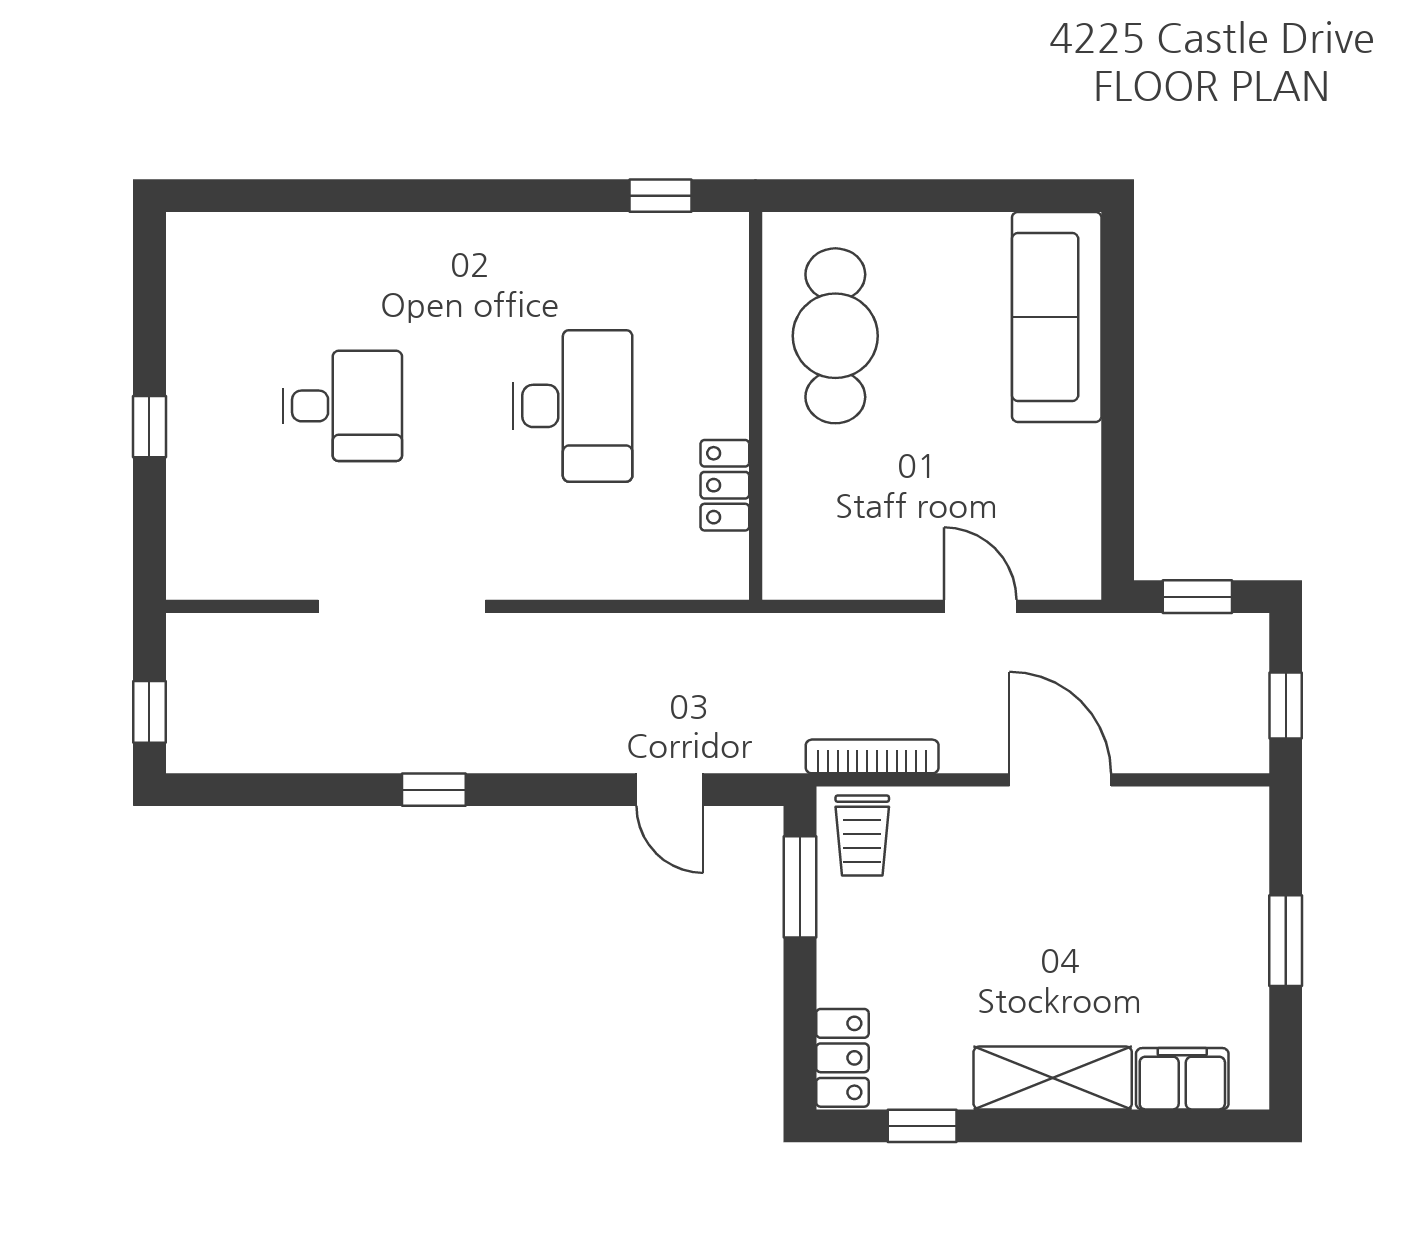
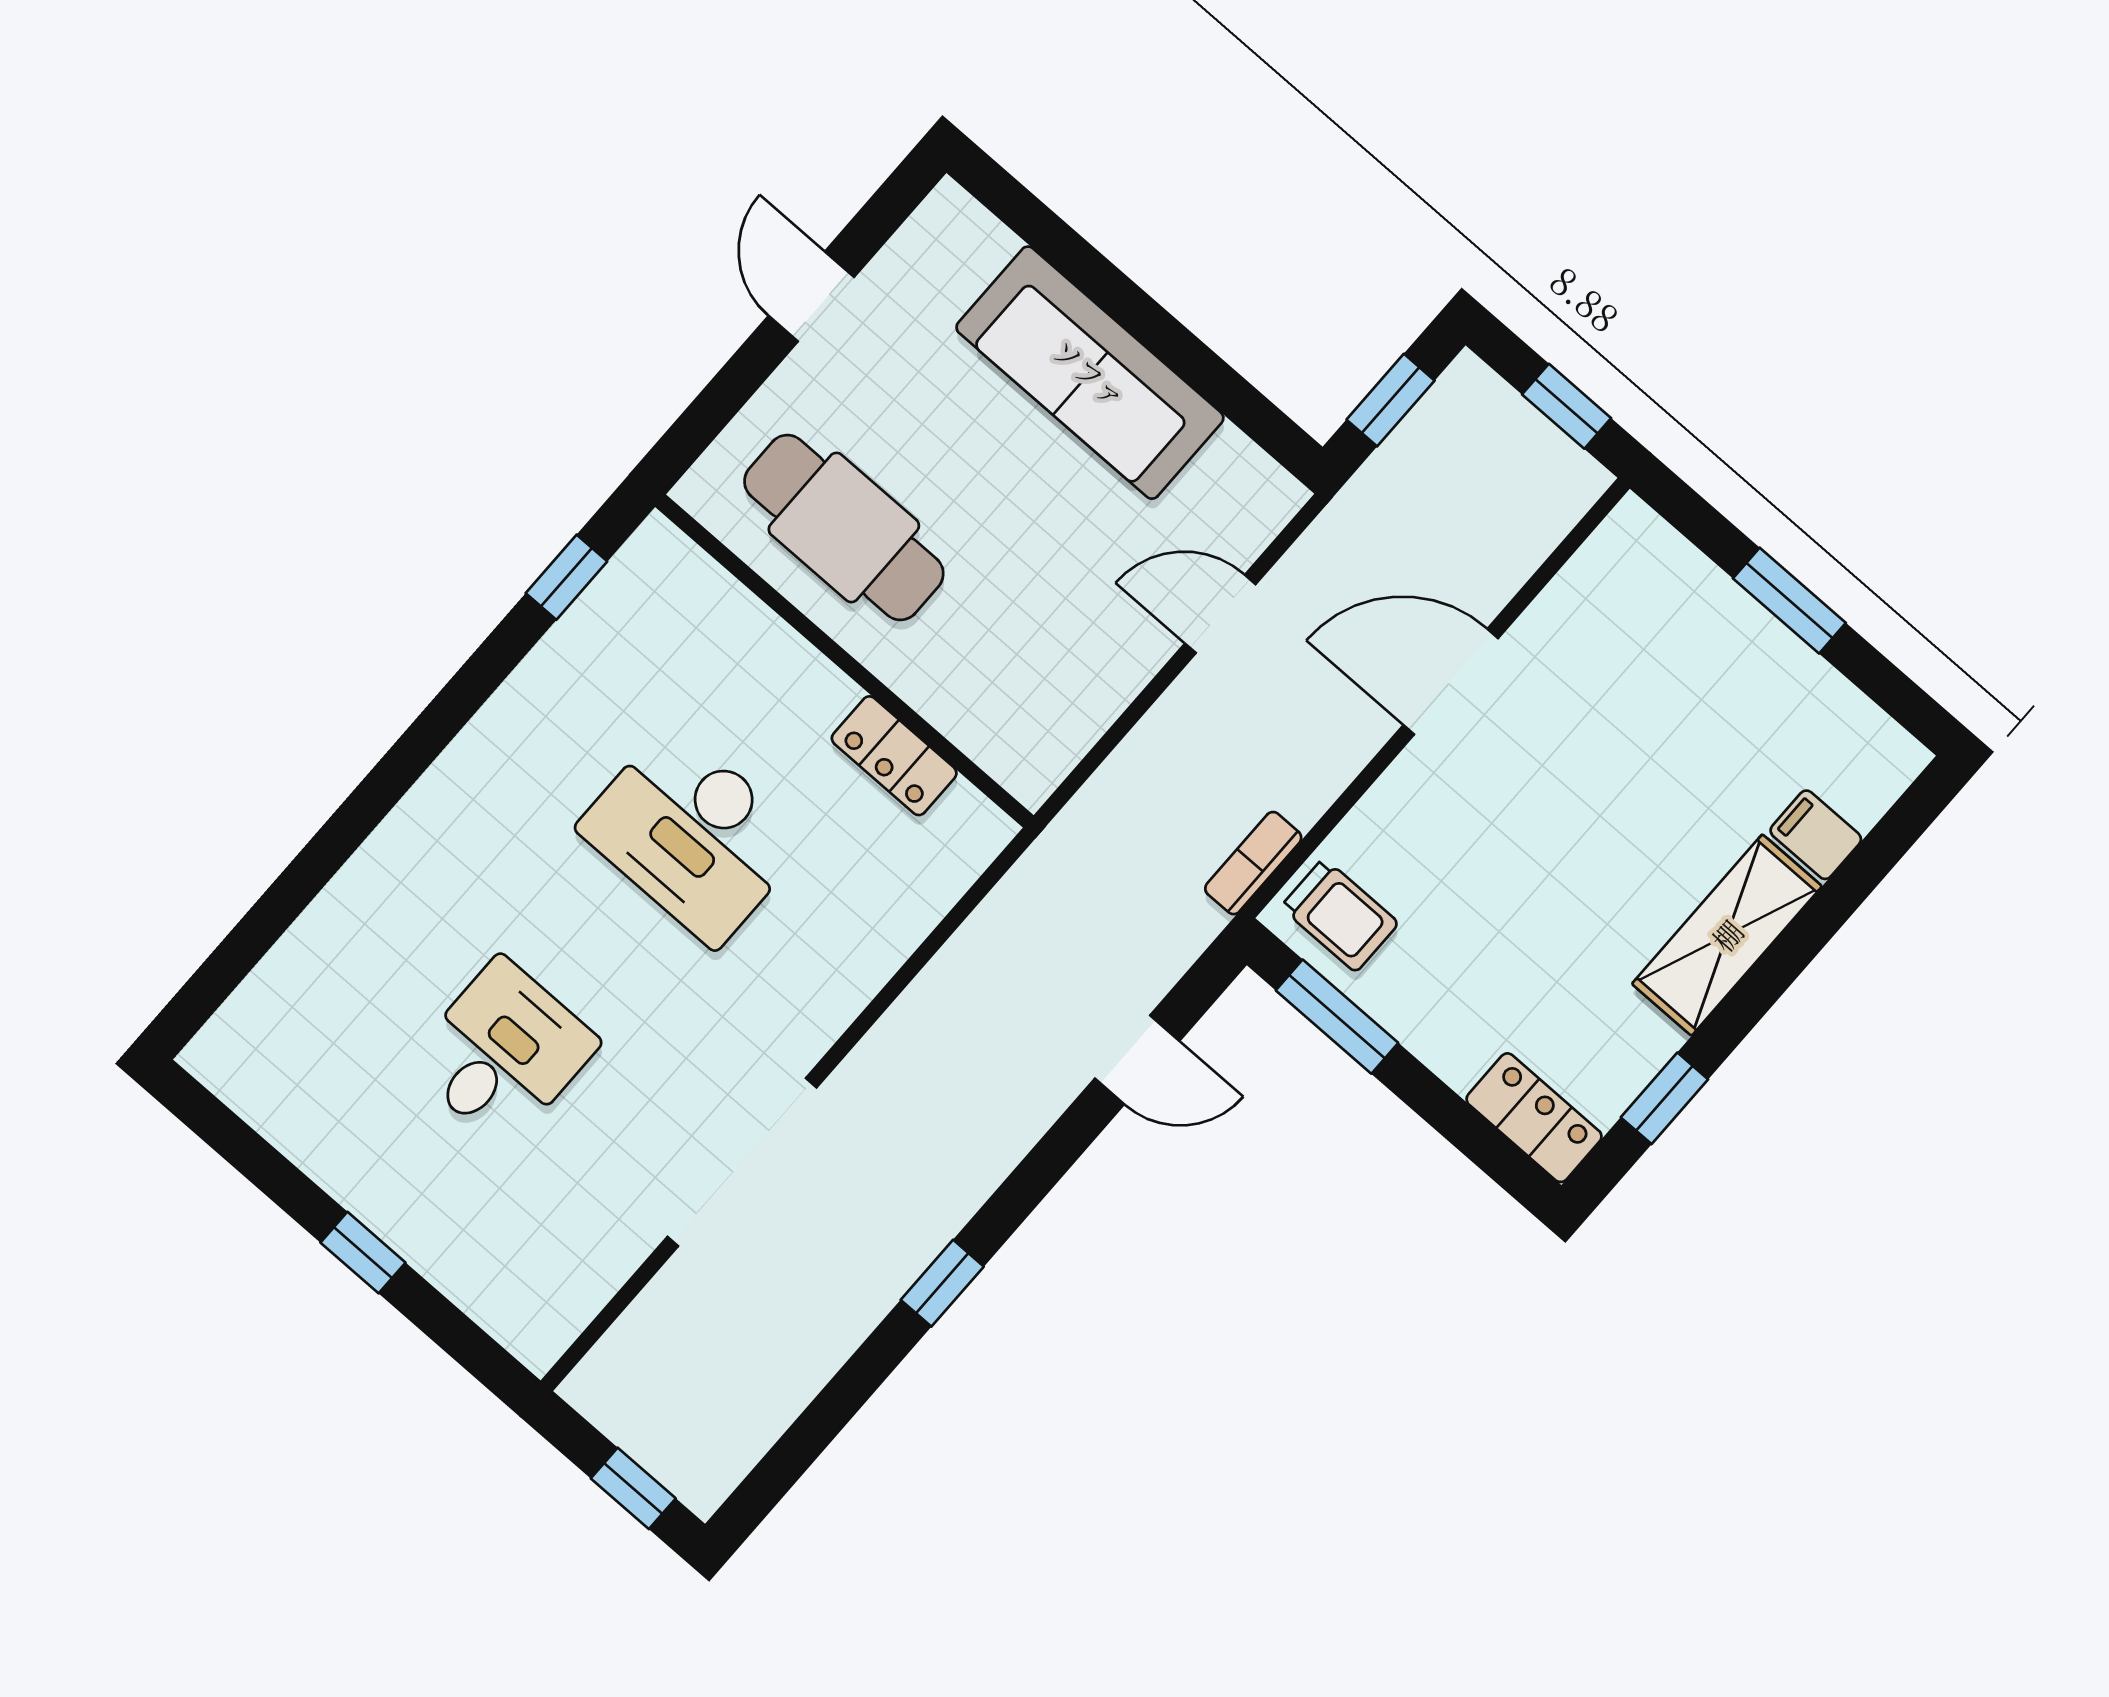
door: (957, 196) -> (811, 296), added
sofa: (1057, 317) -> (1090, 373), moved
desk: (572, 406) -> (693, 835), turned 180
bookcase: (872, 756) -> (1253, 863), width x0.64
filing cabinet: (1182, 1079) -> (1816, 835), width x0.50

